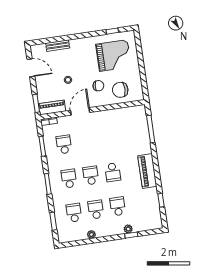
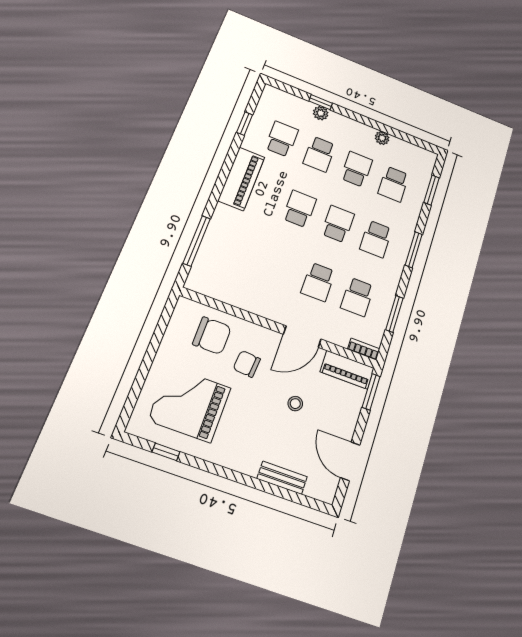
school desk: (86, 141) -> (318, 282), added
school desk: (91, 175) -> (338, 224), turned 180
school desk: (140, 203) -> (282, 139), added
school desk: (96, 210) -> (357, 169), turned 180

